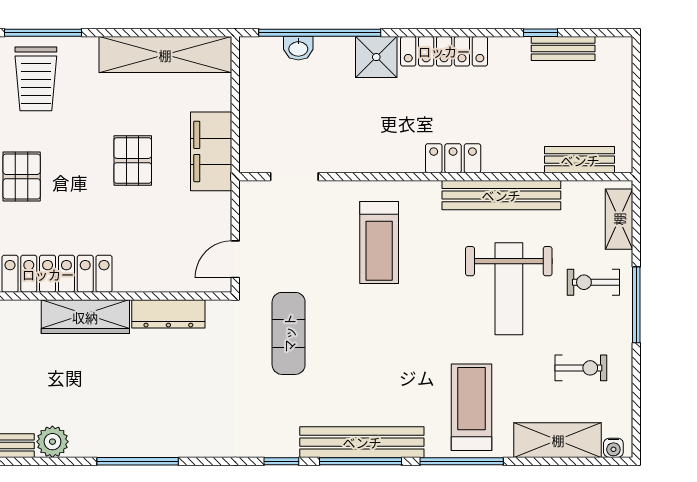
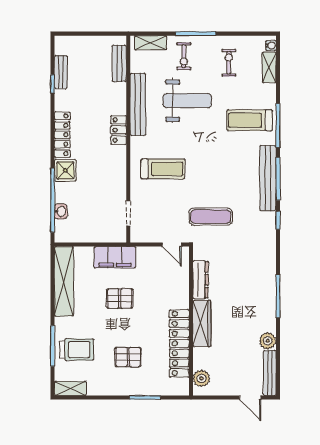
shelving: (558, 440) -> (269, 67), width x0.67, depth x0.75

